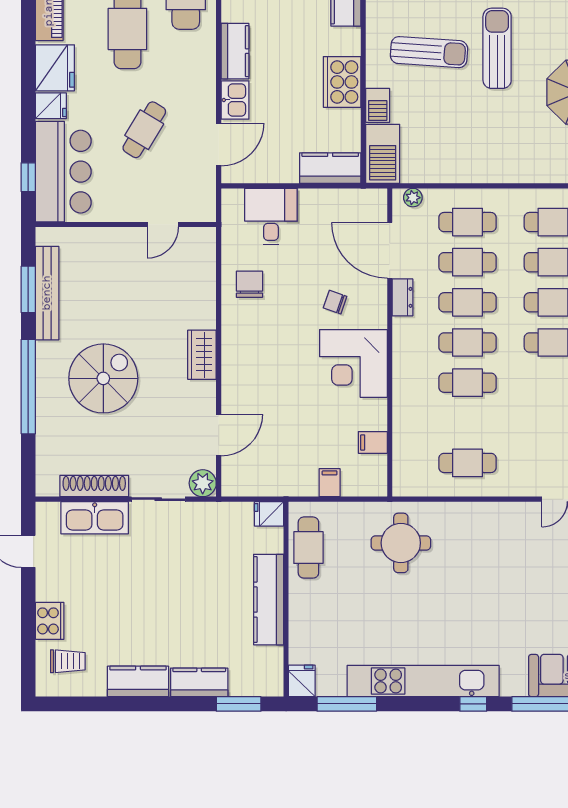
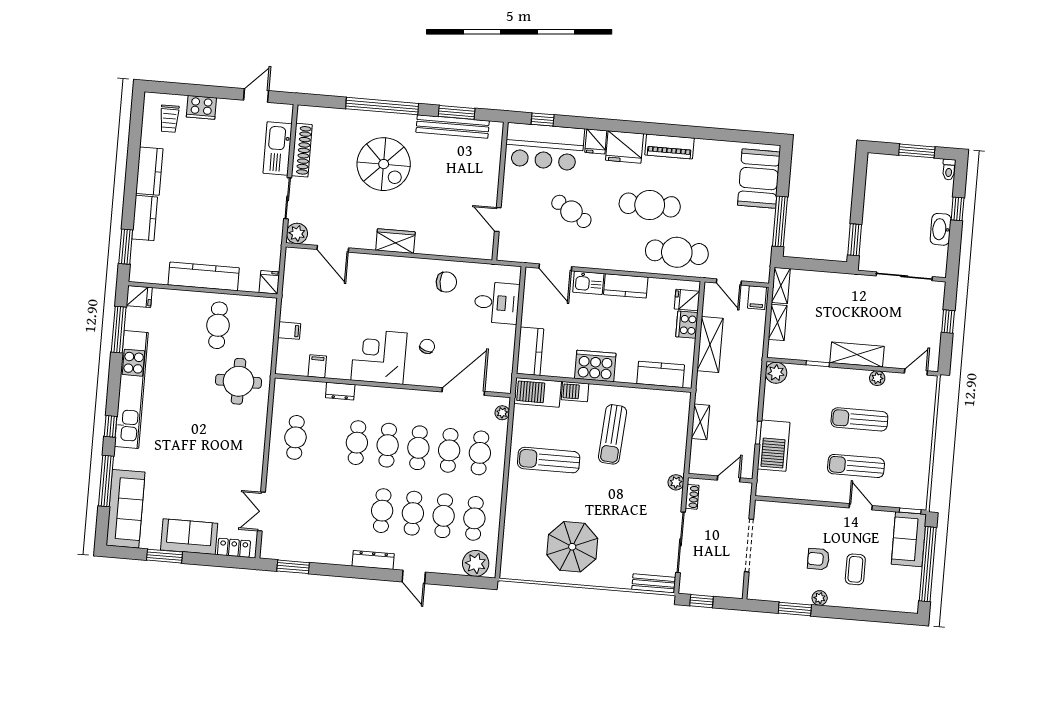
sun lounger: (497, 48) -> (549, 460), moved, turned 180
dresser: (402, 297) -> (340, 391), moved
cafe table: (308, 548) -> (218, 325), moved, turned 90

